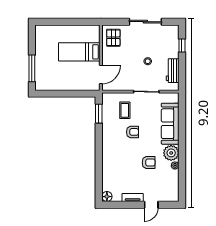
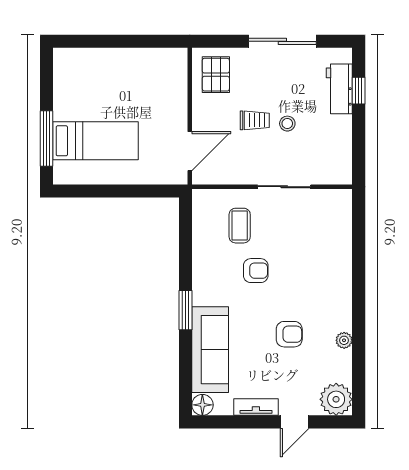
bed: (79, 52) -> (96, 141), moved, turned 180
trolley: (132, 60) -> (255, 120), added
workbench: (173, 71) -> (339, 89), moved
window: (99, 114) -> (185, 310), moved
sofa: (170, 124) -> (210, 350), moved, turned 180
plant: (171, 153) -> (336, 399), moved

